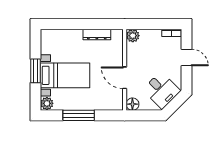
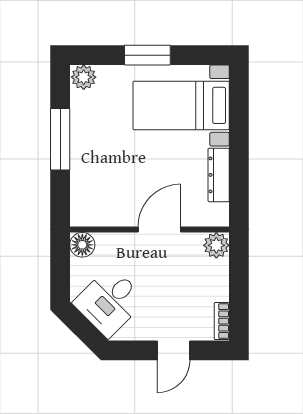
bed with nightstands: (65, 75) -> (181, 105), moved, turned 90
door: (125, 78) -> (159, 229), moved

